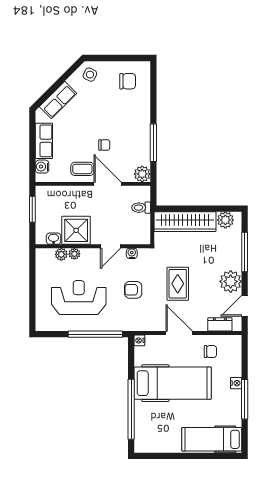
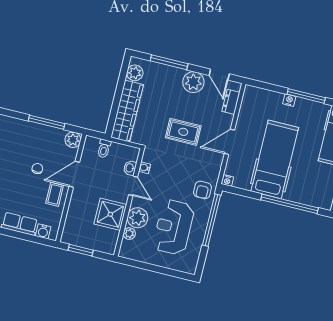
washbasin: (54, 239) -> (130, 168), moved
plant: (74, 254) -> (138, 218), width x1.88, depth x1.88
armchair: (133, 290) -> (203, 190), moved
chair: (210, 352) -> (254, 117), removed

